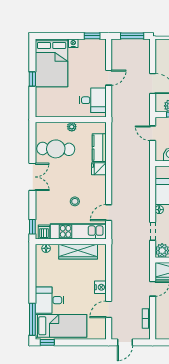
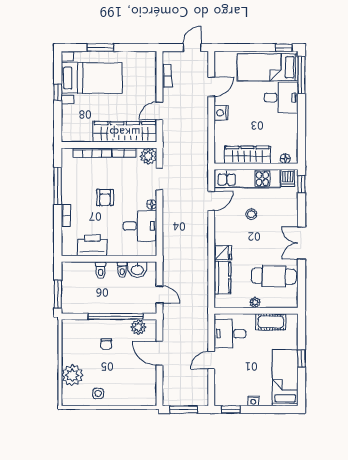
bed: (52, 63) -> (285, 378), width x0.67
cot: (58, 110) -> (271, 322), added

